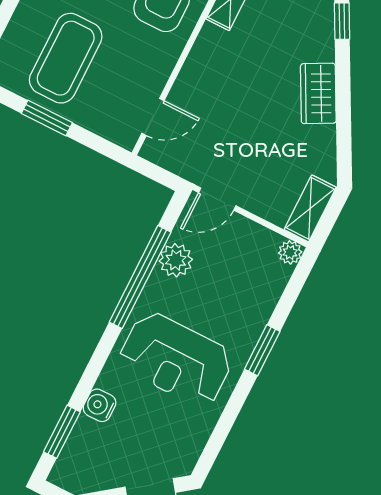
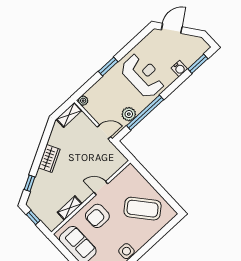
coffee table: (66, 58) -> (143, 209), turned 50
door: (153, 117) -> (101, 188), moved
window: (47, 118) -> (158, 188), removed

